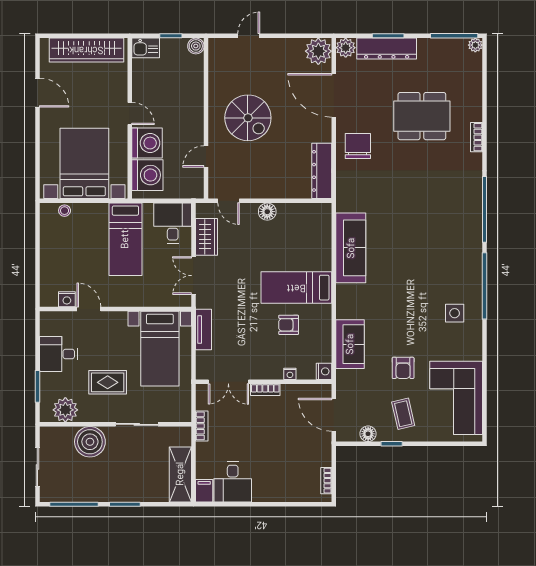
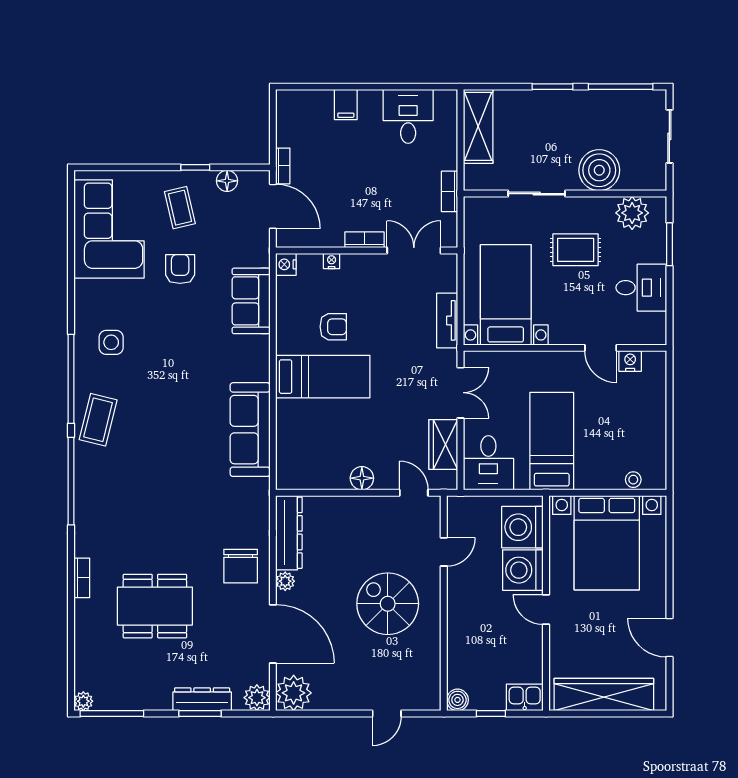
dresser: (387, 49) -> (202, 699), width x0.73, depth x0.80
plant: (325, 135) -> (285, 581), added
coffee table: (464, 255) -> (98, 420), added
bookcase: (326, 481) -> (283, 166), moved
filing cabinet: (204, 491) -> (346, 105), moved

